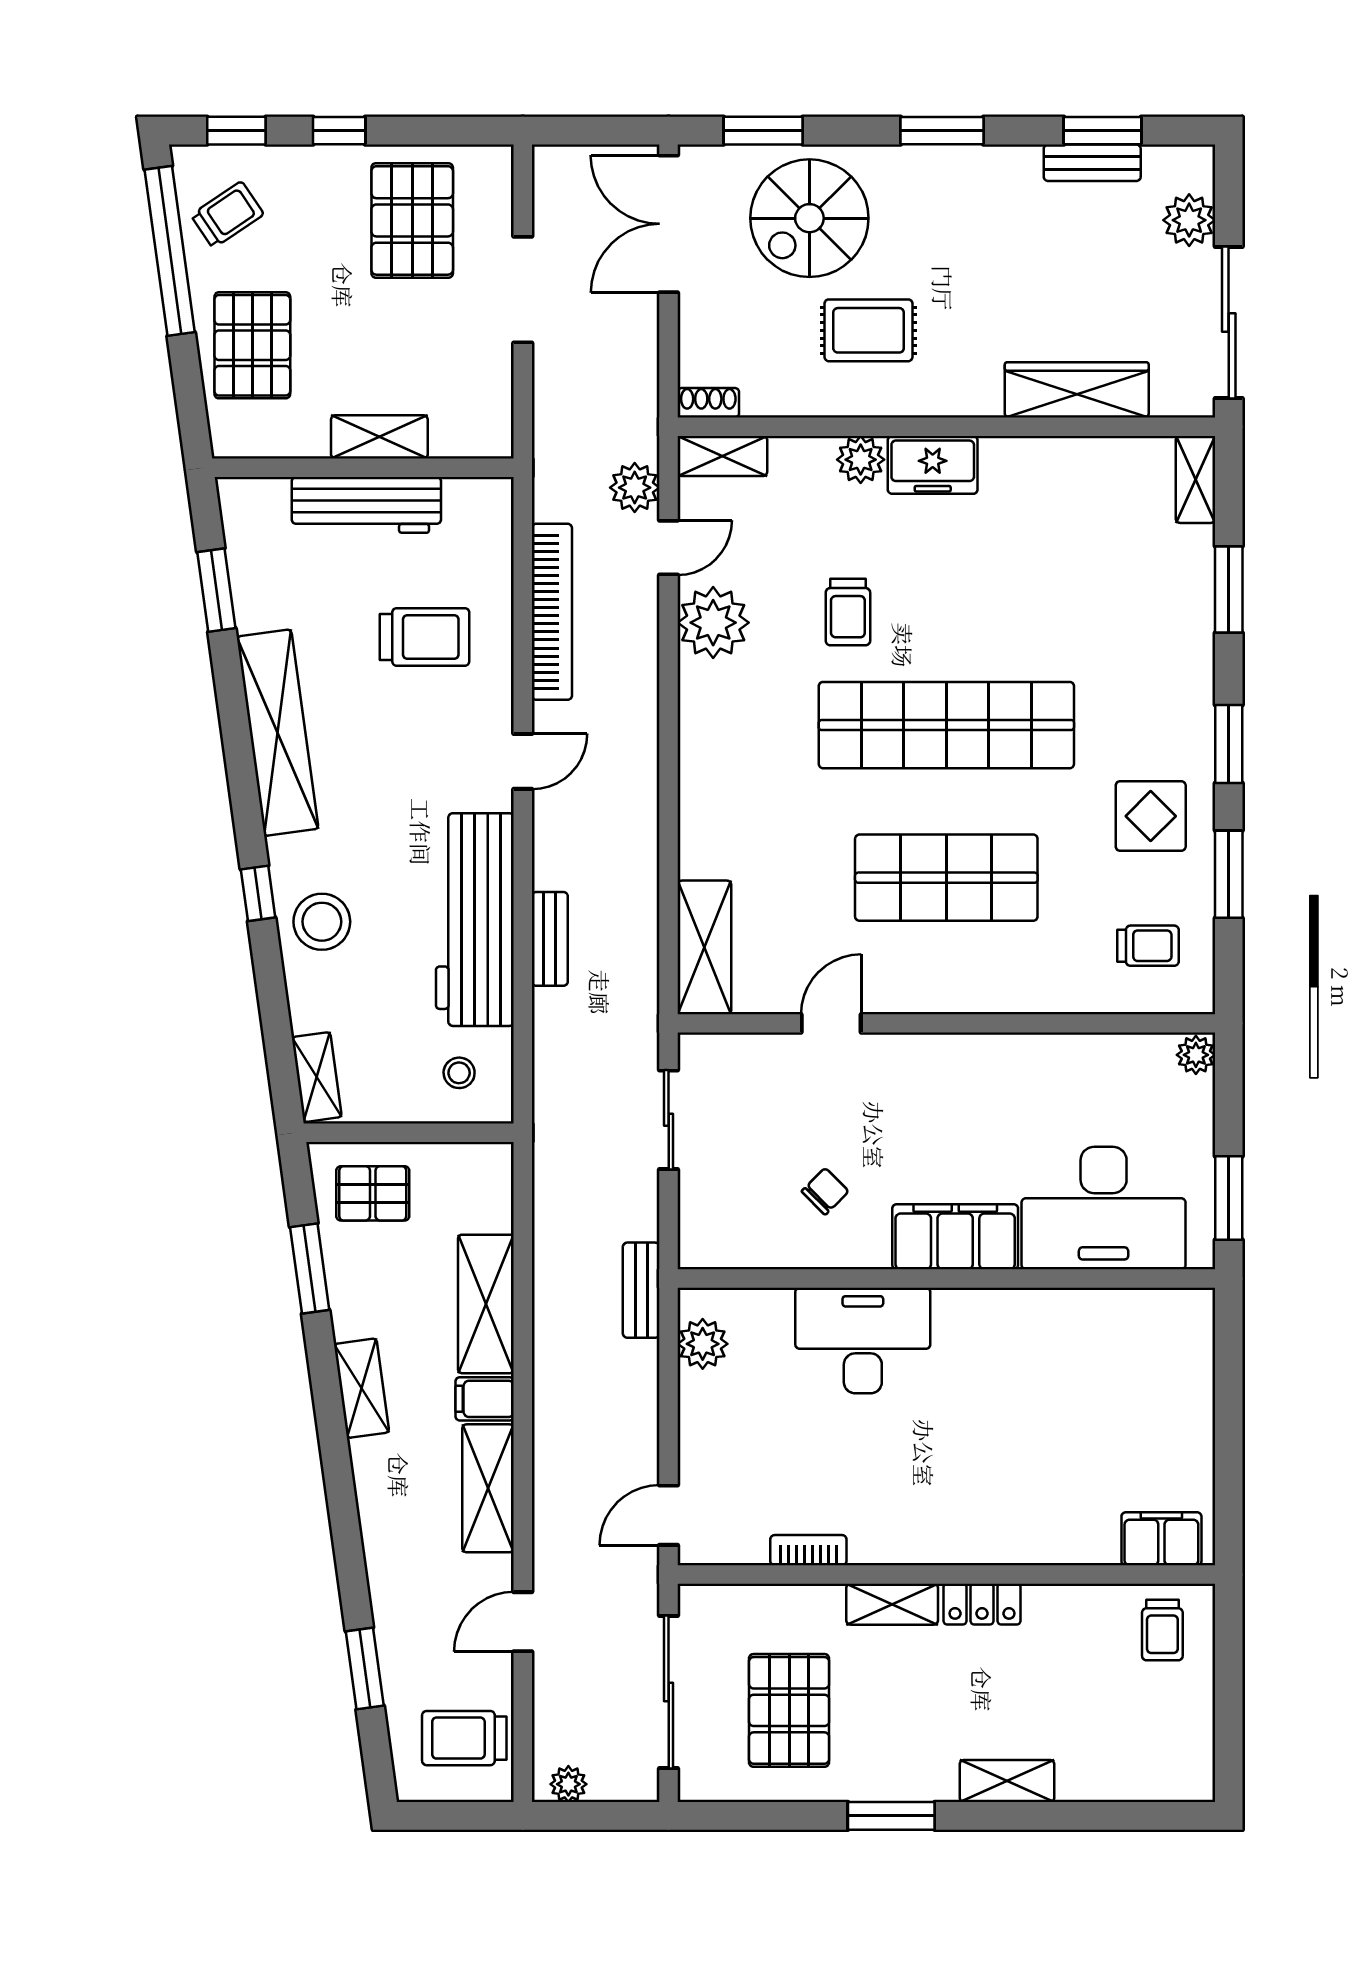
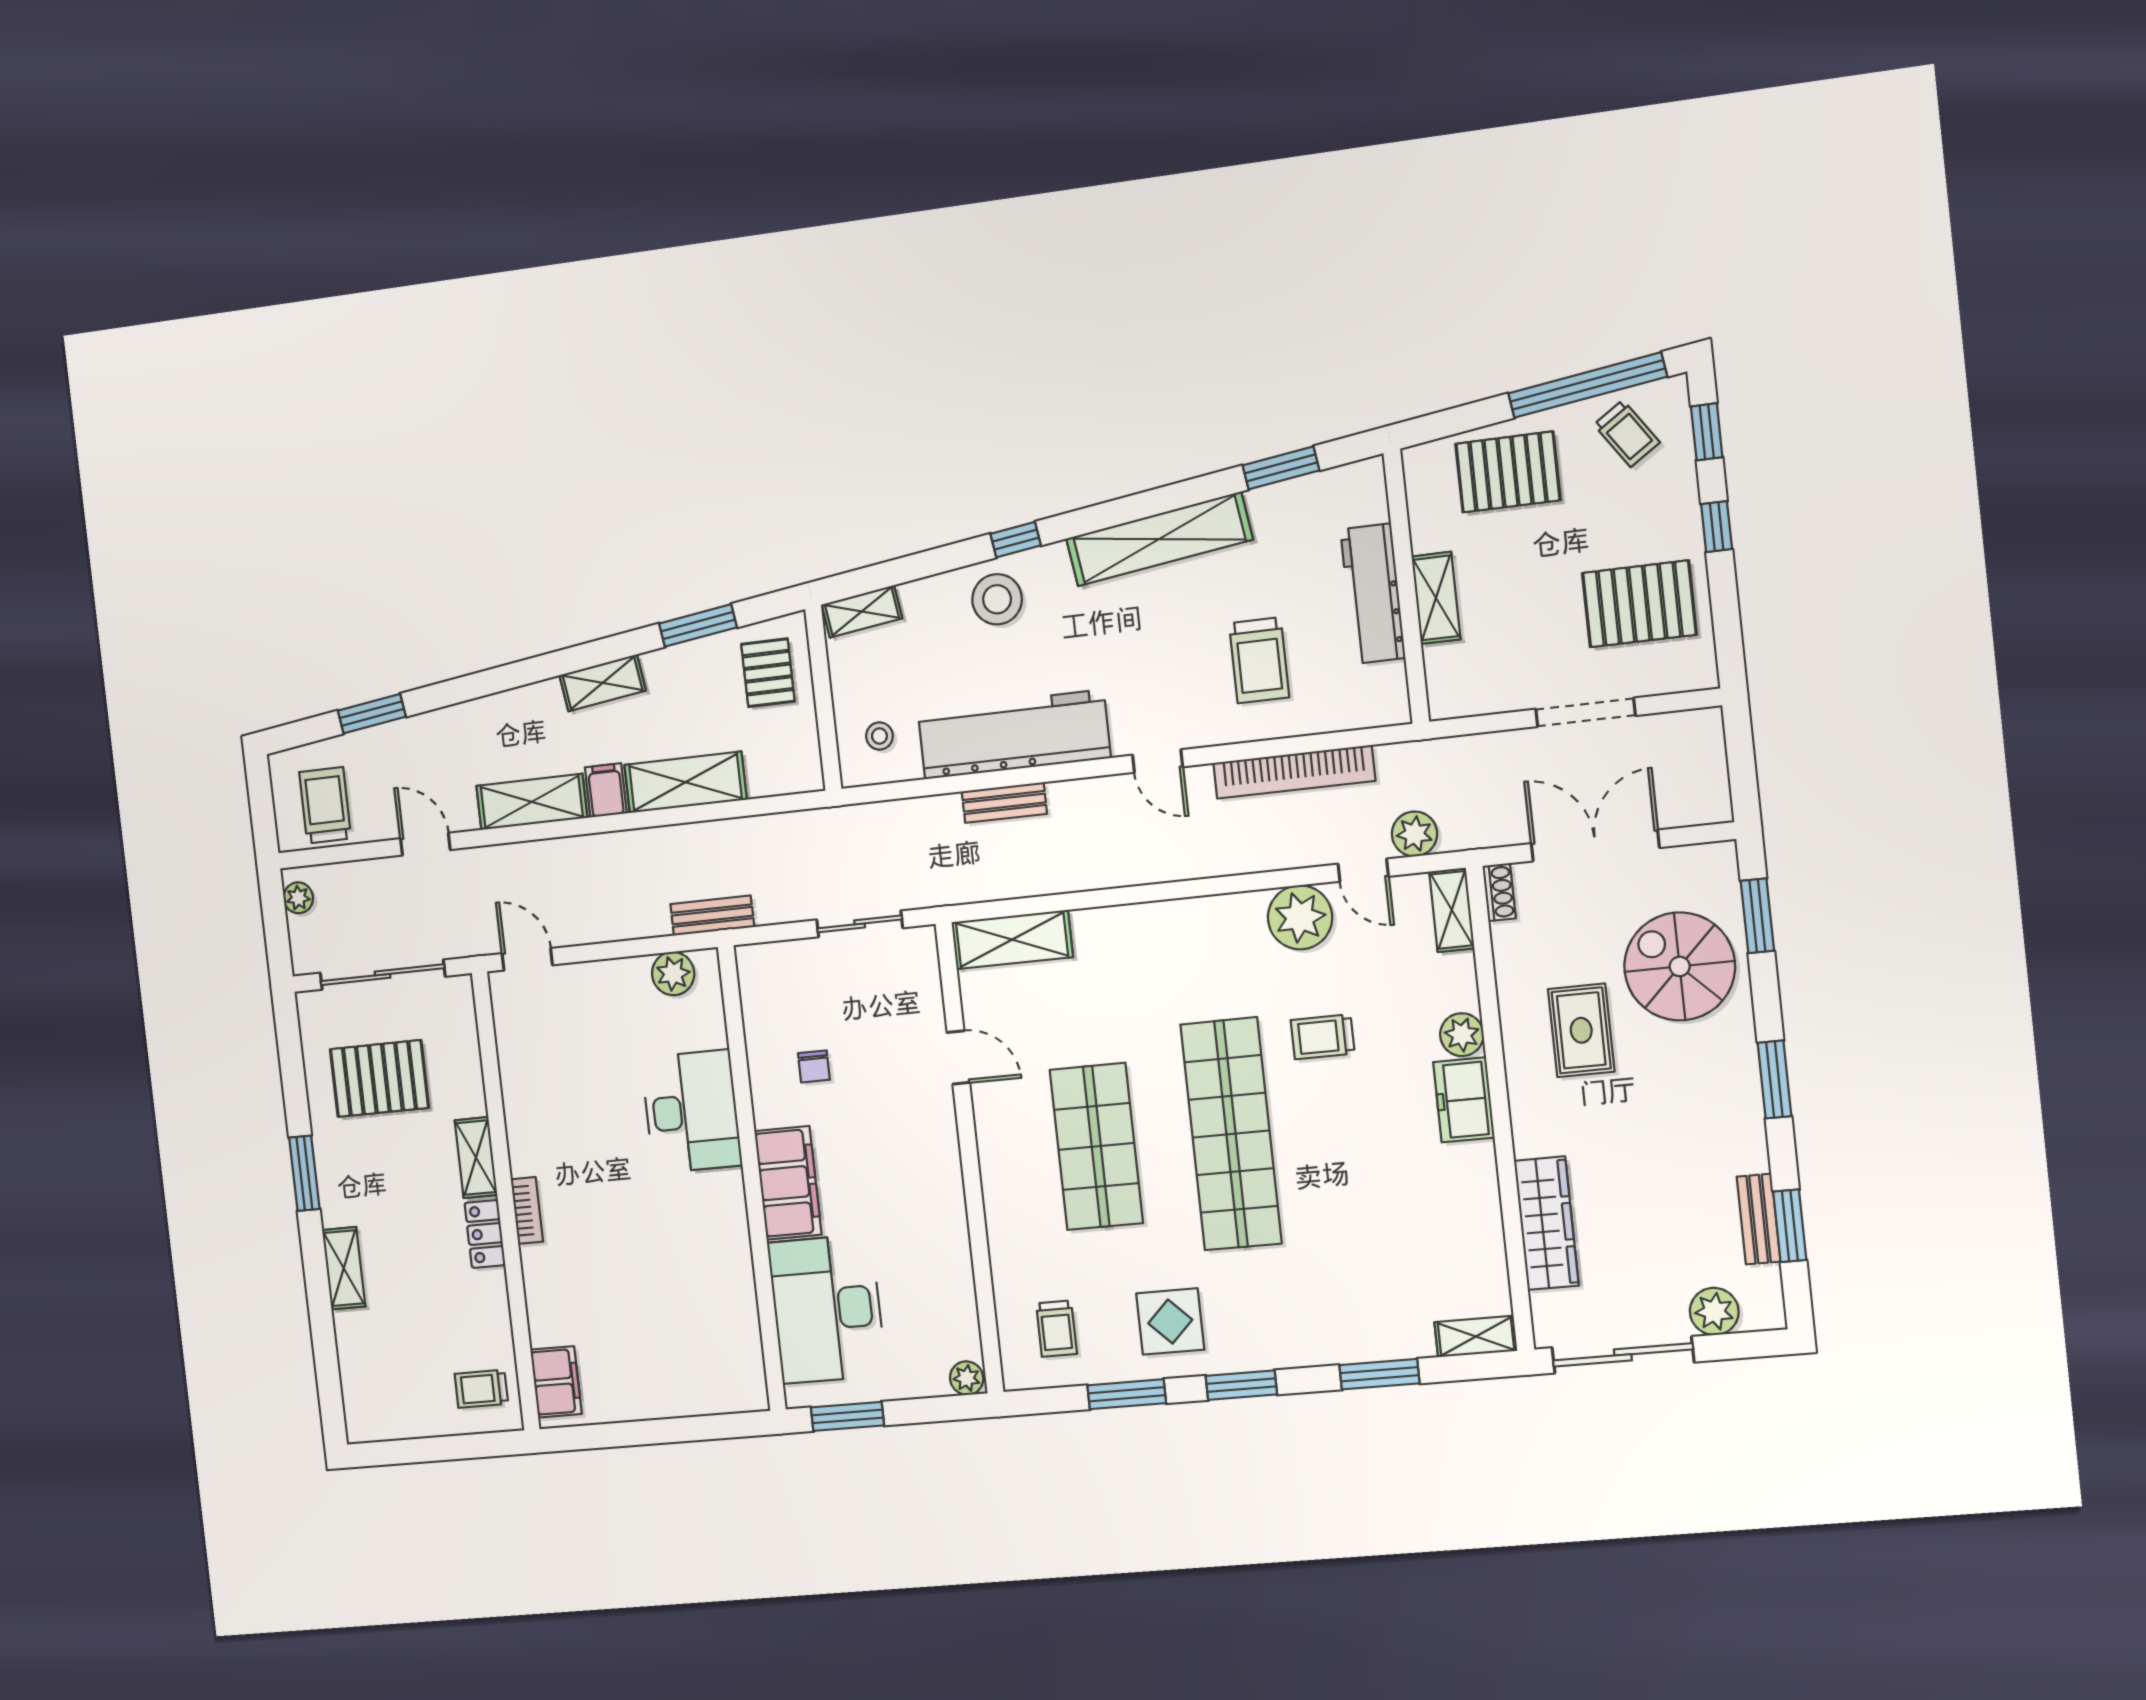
double door: (669, 224) -> (1595, 845), moved
chair: (825, 1191) -> (814, 1066), turned 45
bookcase: (808, 1550) -> (527, 1210), moved

